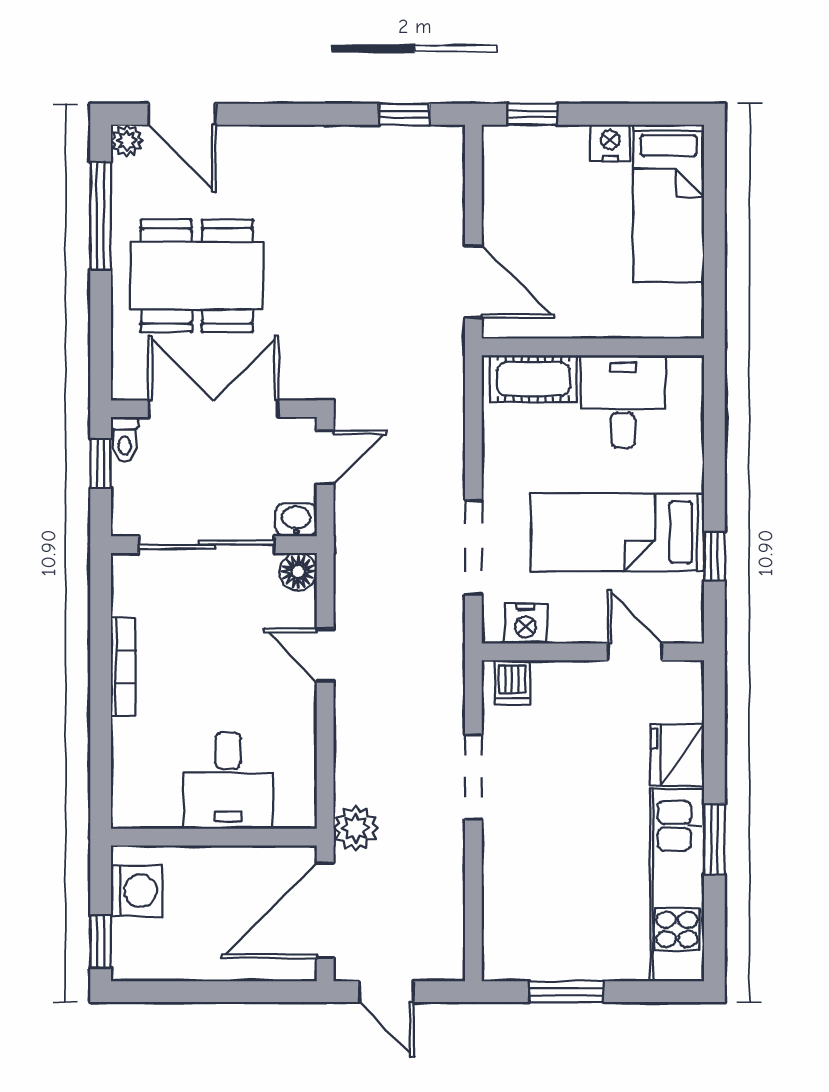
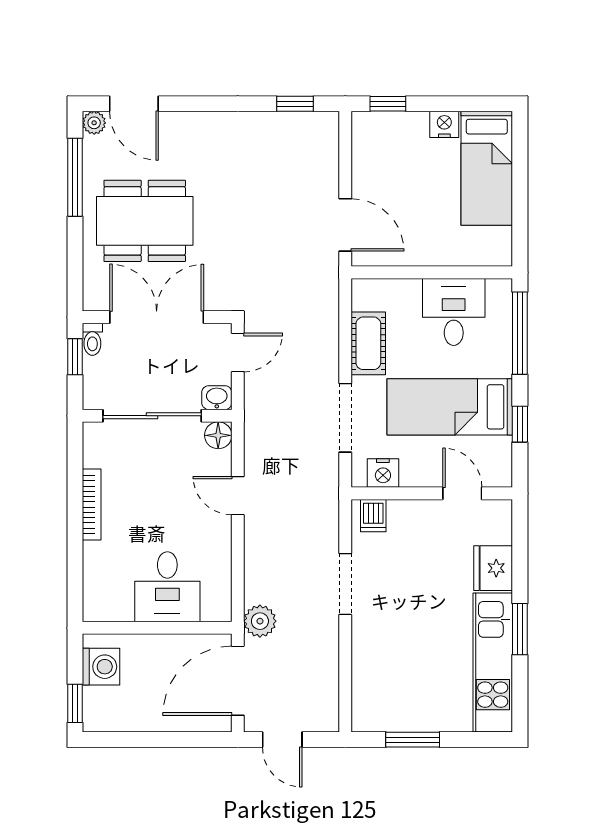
cot: (533, 379) -> (368, 343), moved, turned 90
window: (714, 431) -> (520, 333), added

